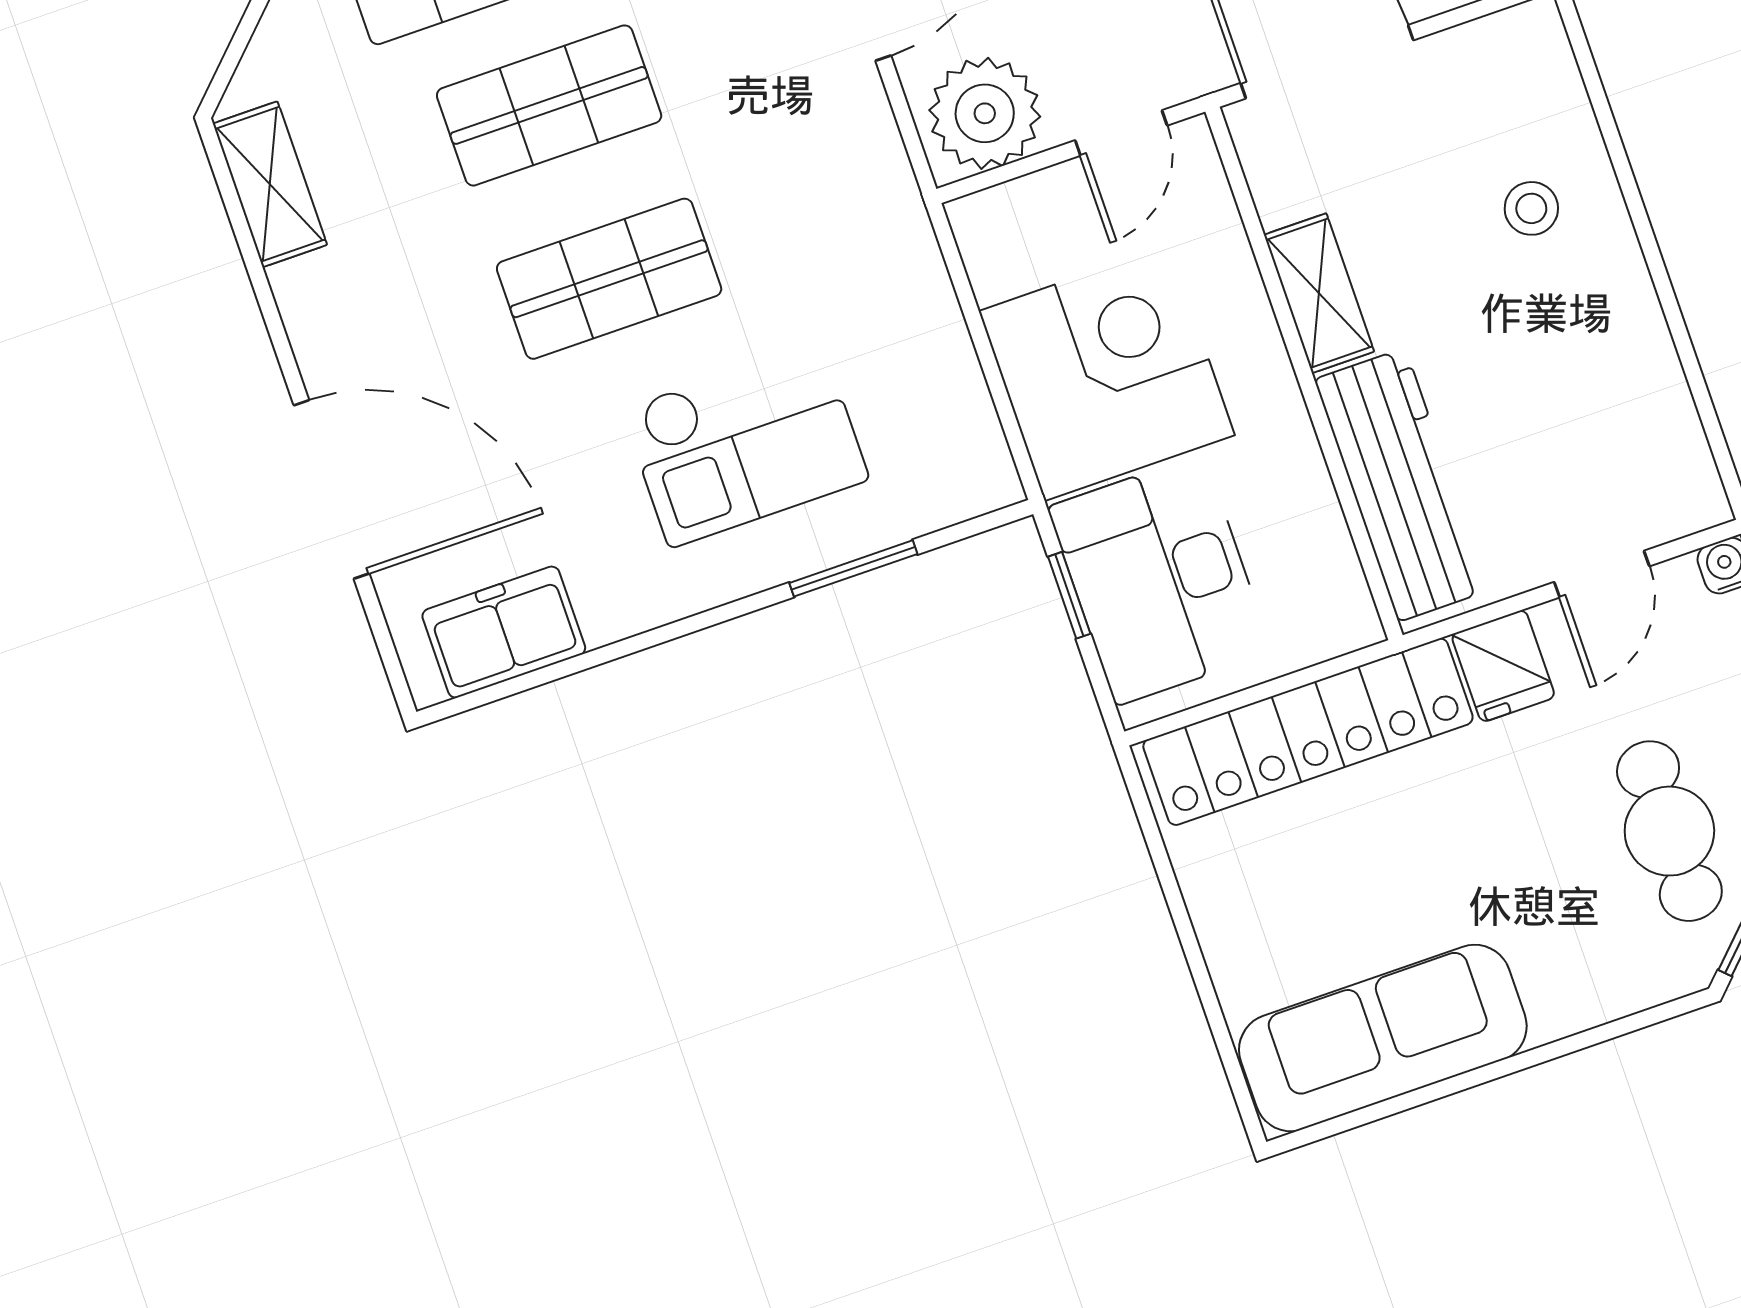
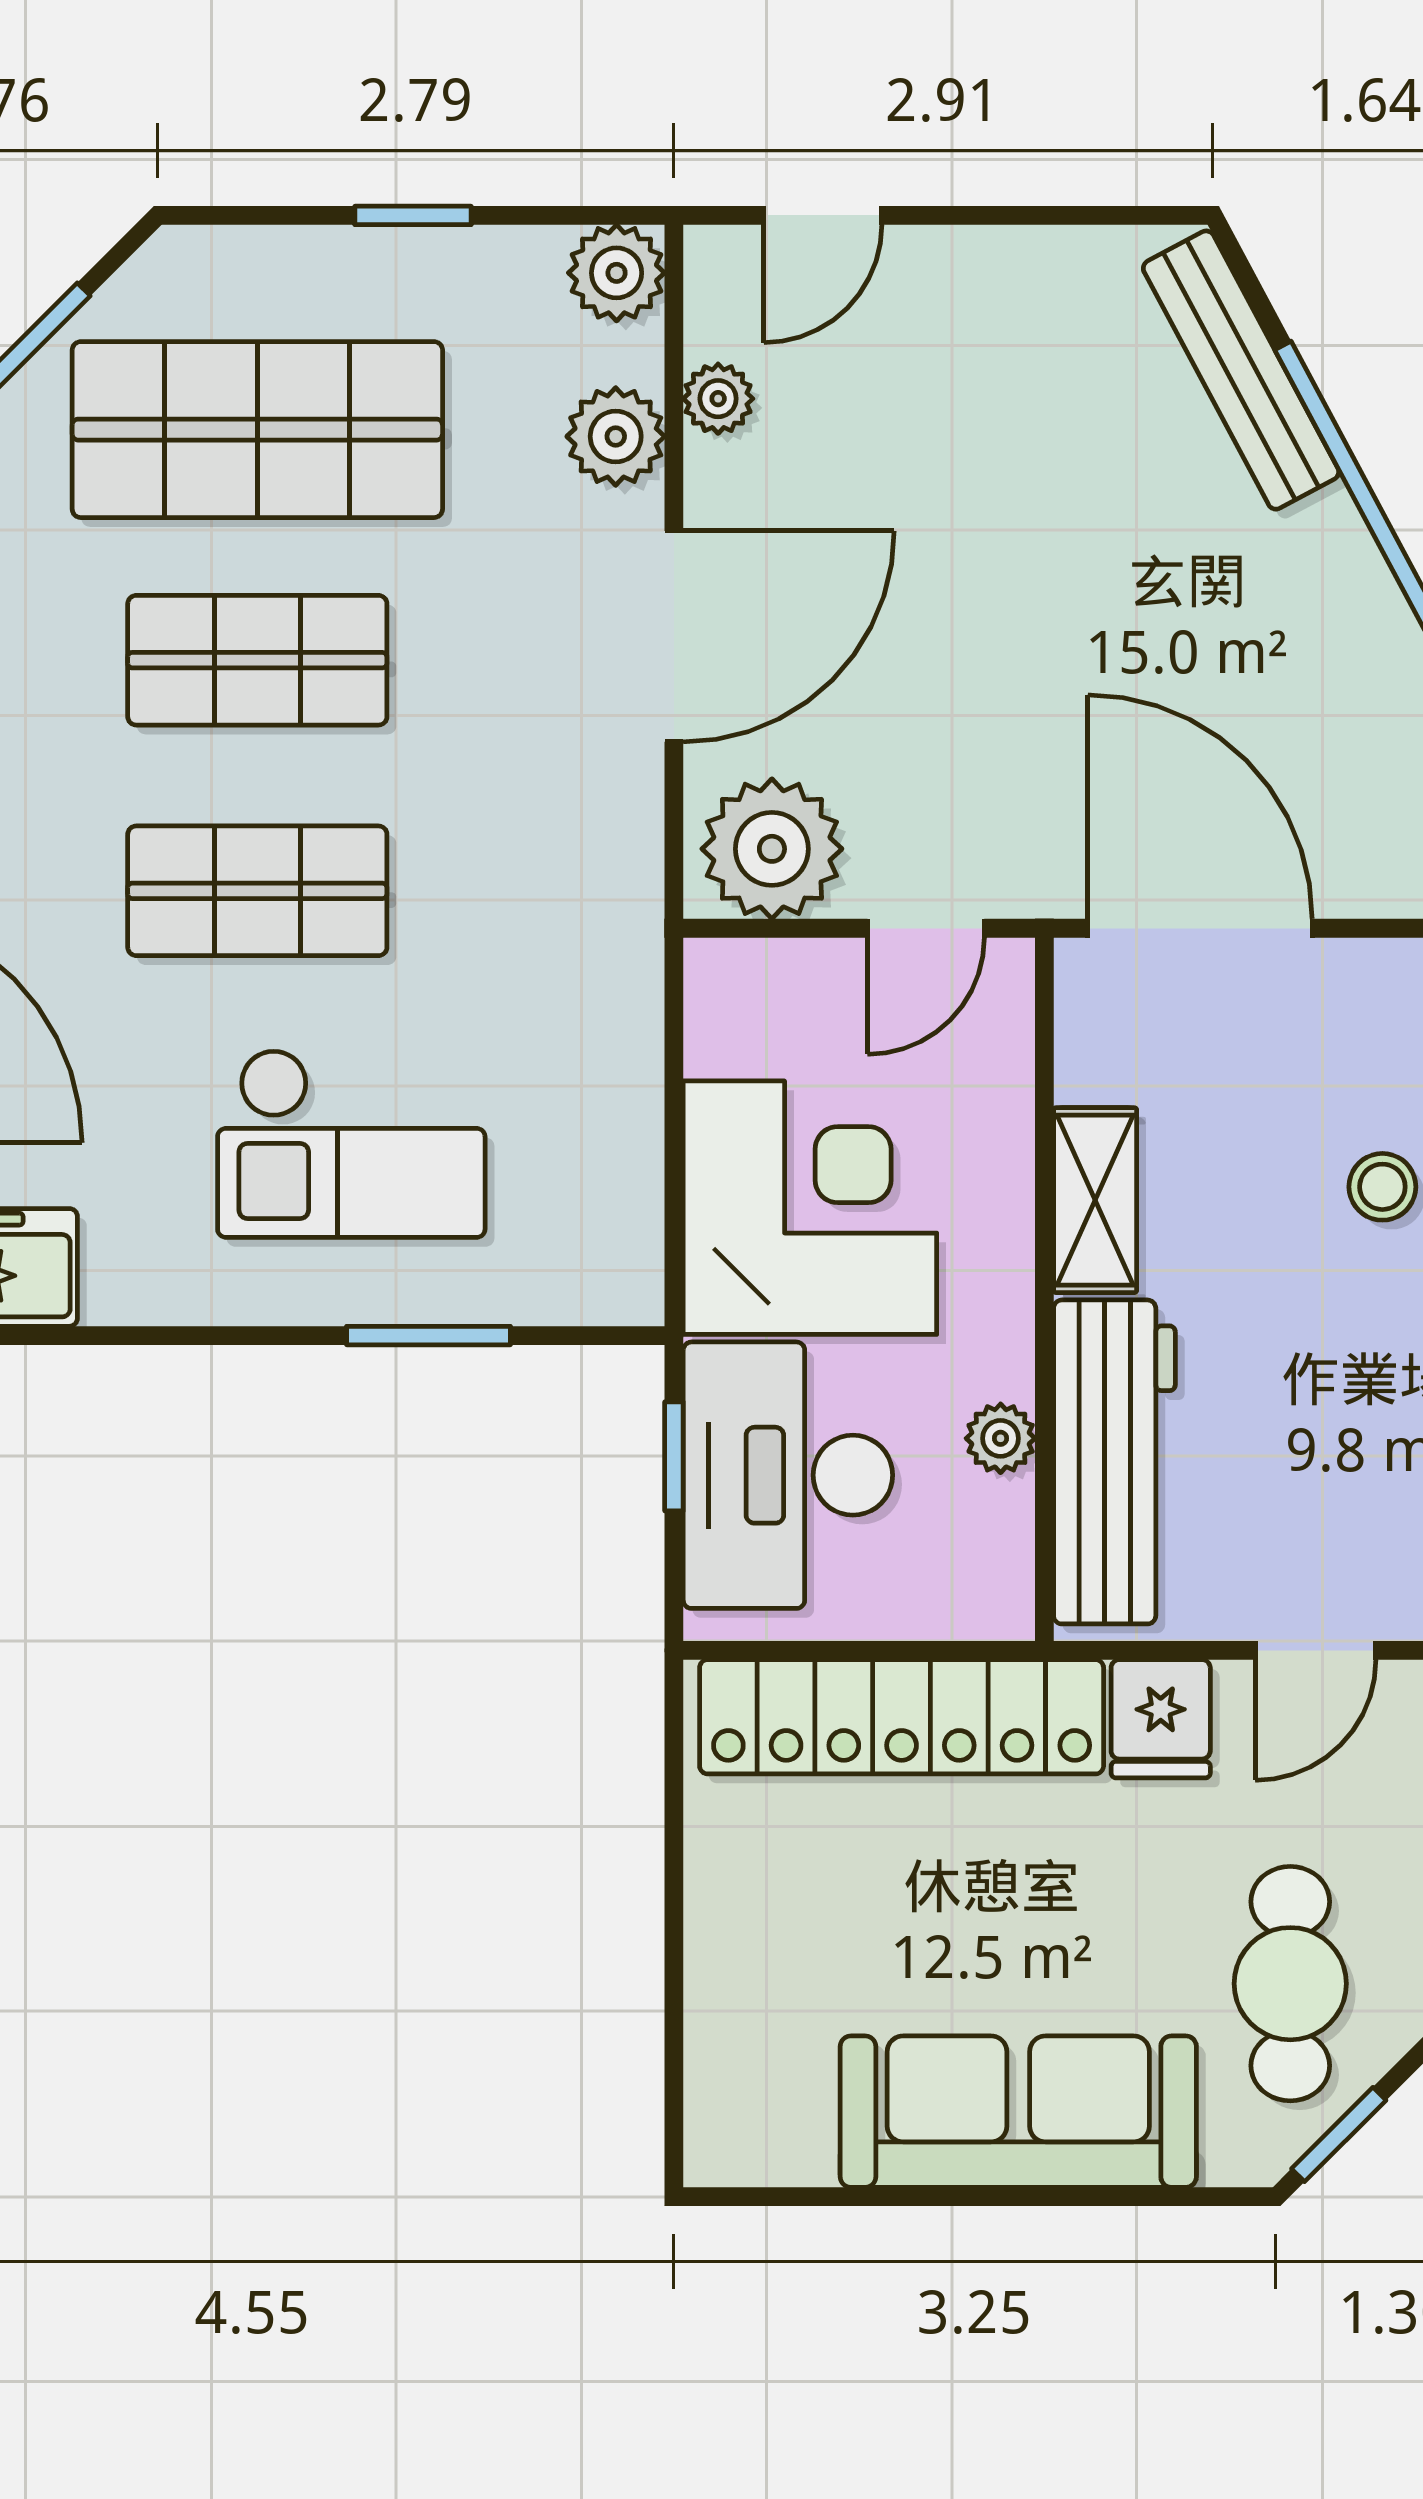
plant: (1310, 497) -> (1001, 1438), added
sofa: (1383, 1038) -> (1018, 2112), moved

